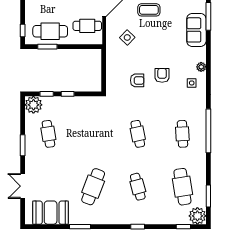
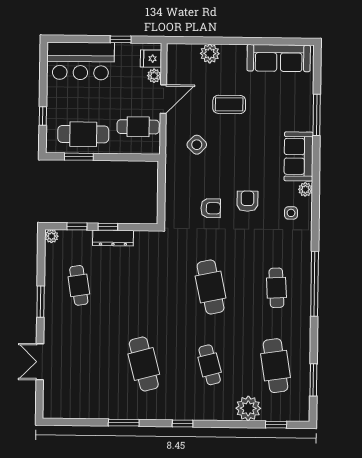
window: (23, 30) -> (43, 116), moved
sofa: (196, 30) -> (299, 156), moved
dresser: (71, 101) -> (113, 238), added
plant: (33, 105) -> (51, 236), width x0.53, depth x0.53
cafe table: (138, 134) -> (211, 287), width x1.37, depth x1.35
cafe table: (93, 187) -> (144, 364), turned -36
booth: (51, 213) -> (81, 401), removed
plant: (197, 216) -> (248, 408), moved
window: (138, 227) -> (183, 423), moved

